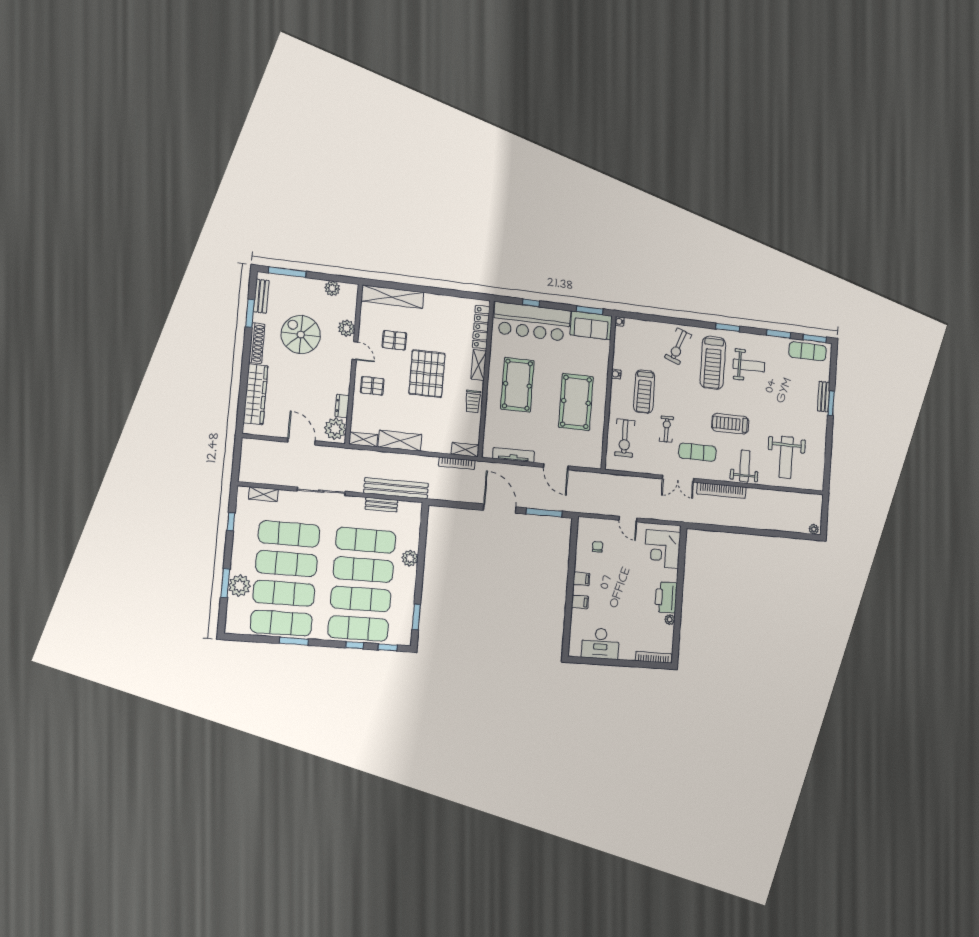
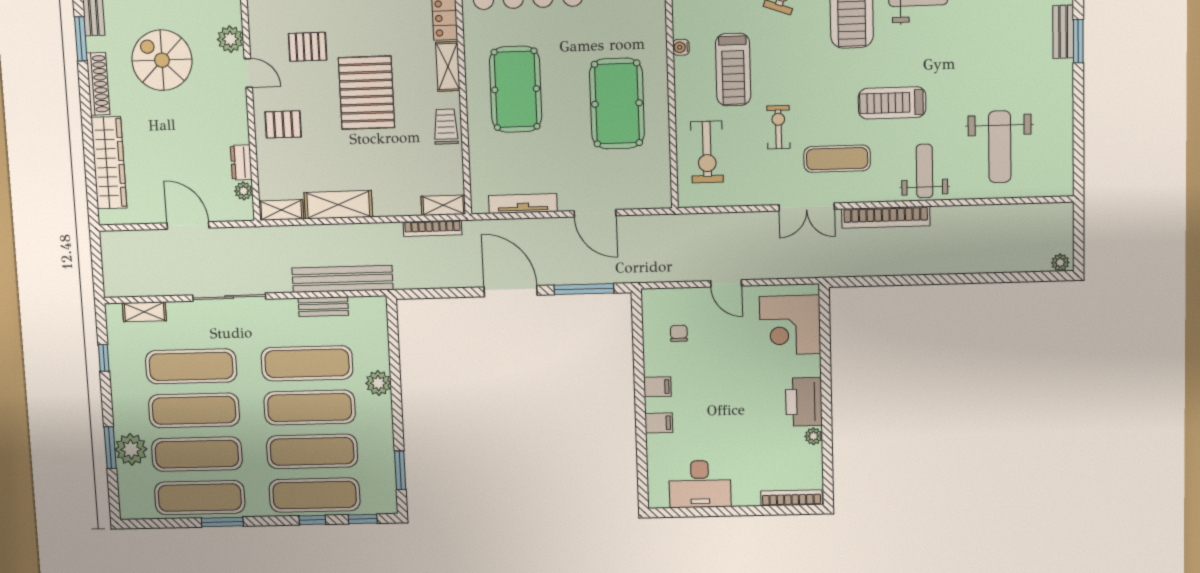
trolley: (473, 401) -> (446, 127), turned 180
plant: (335, 429) -> (244, 191), width x0.53, depth x0.53

